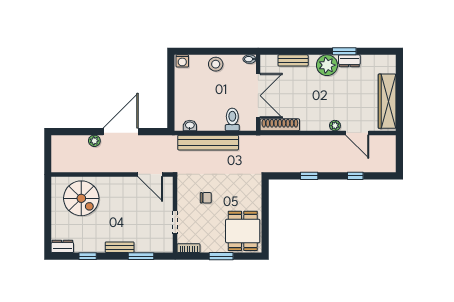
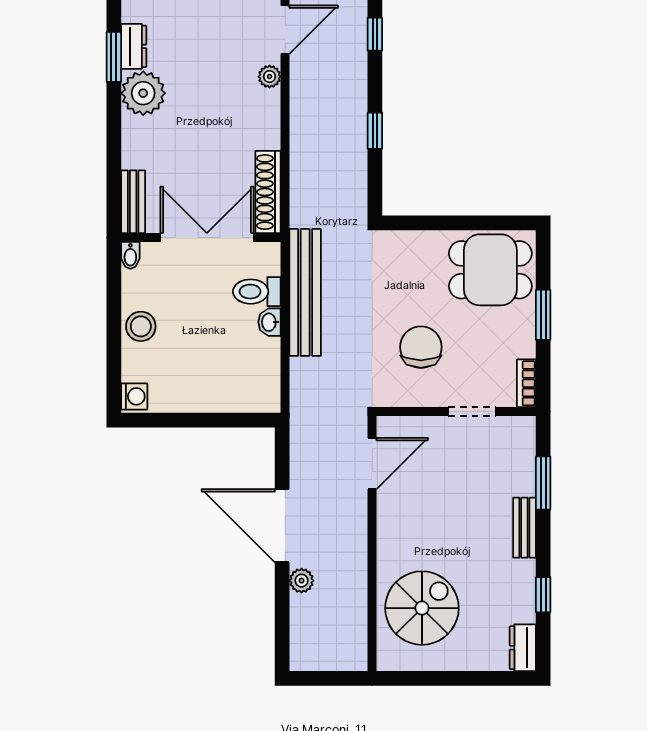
bench: (293, 60) -> (133, 202), moved
washbasin: (190, 126) -> (270, 322), moved
bench: (208, 143) -> (305, 292), moved
chair: (206, 198) -> (421, 347), width x1.87, depth x1.87

